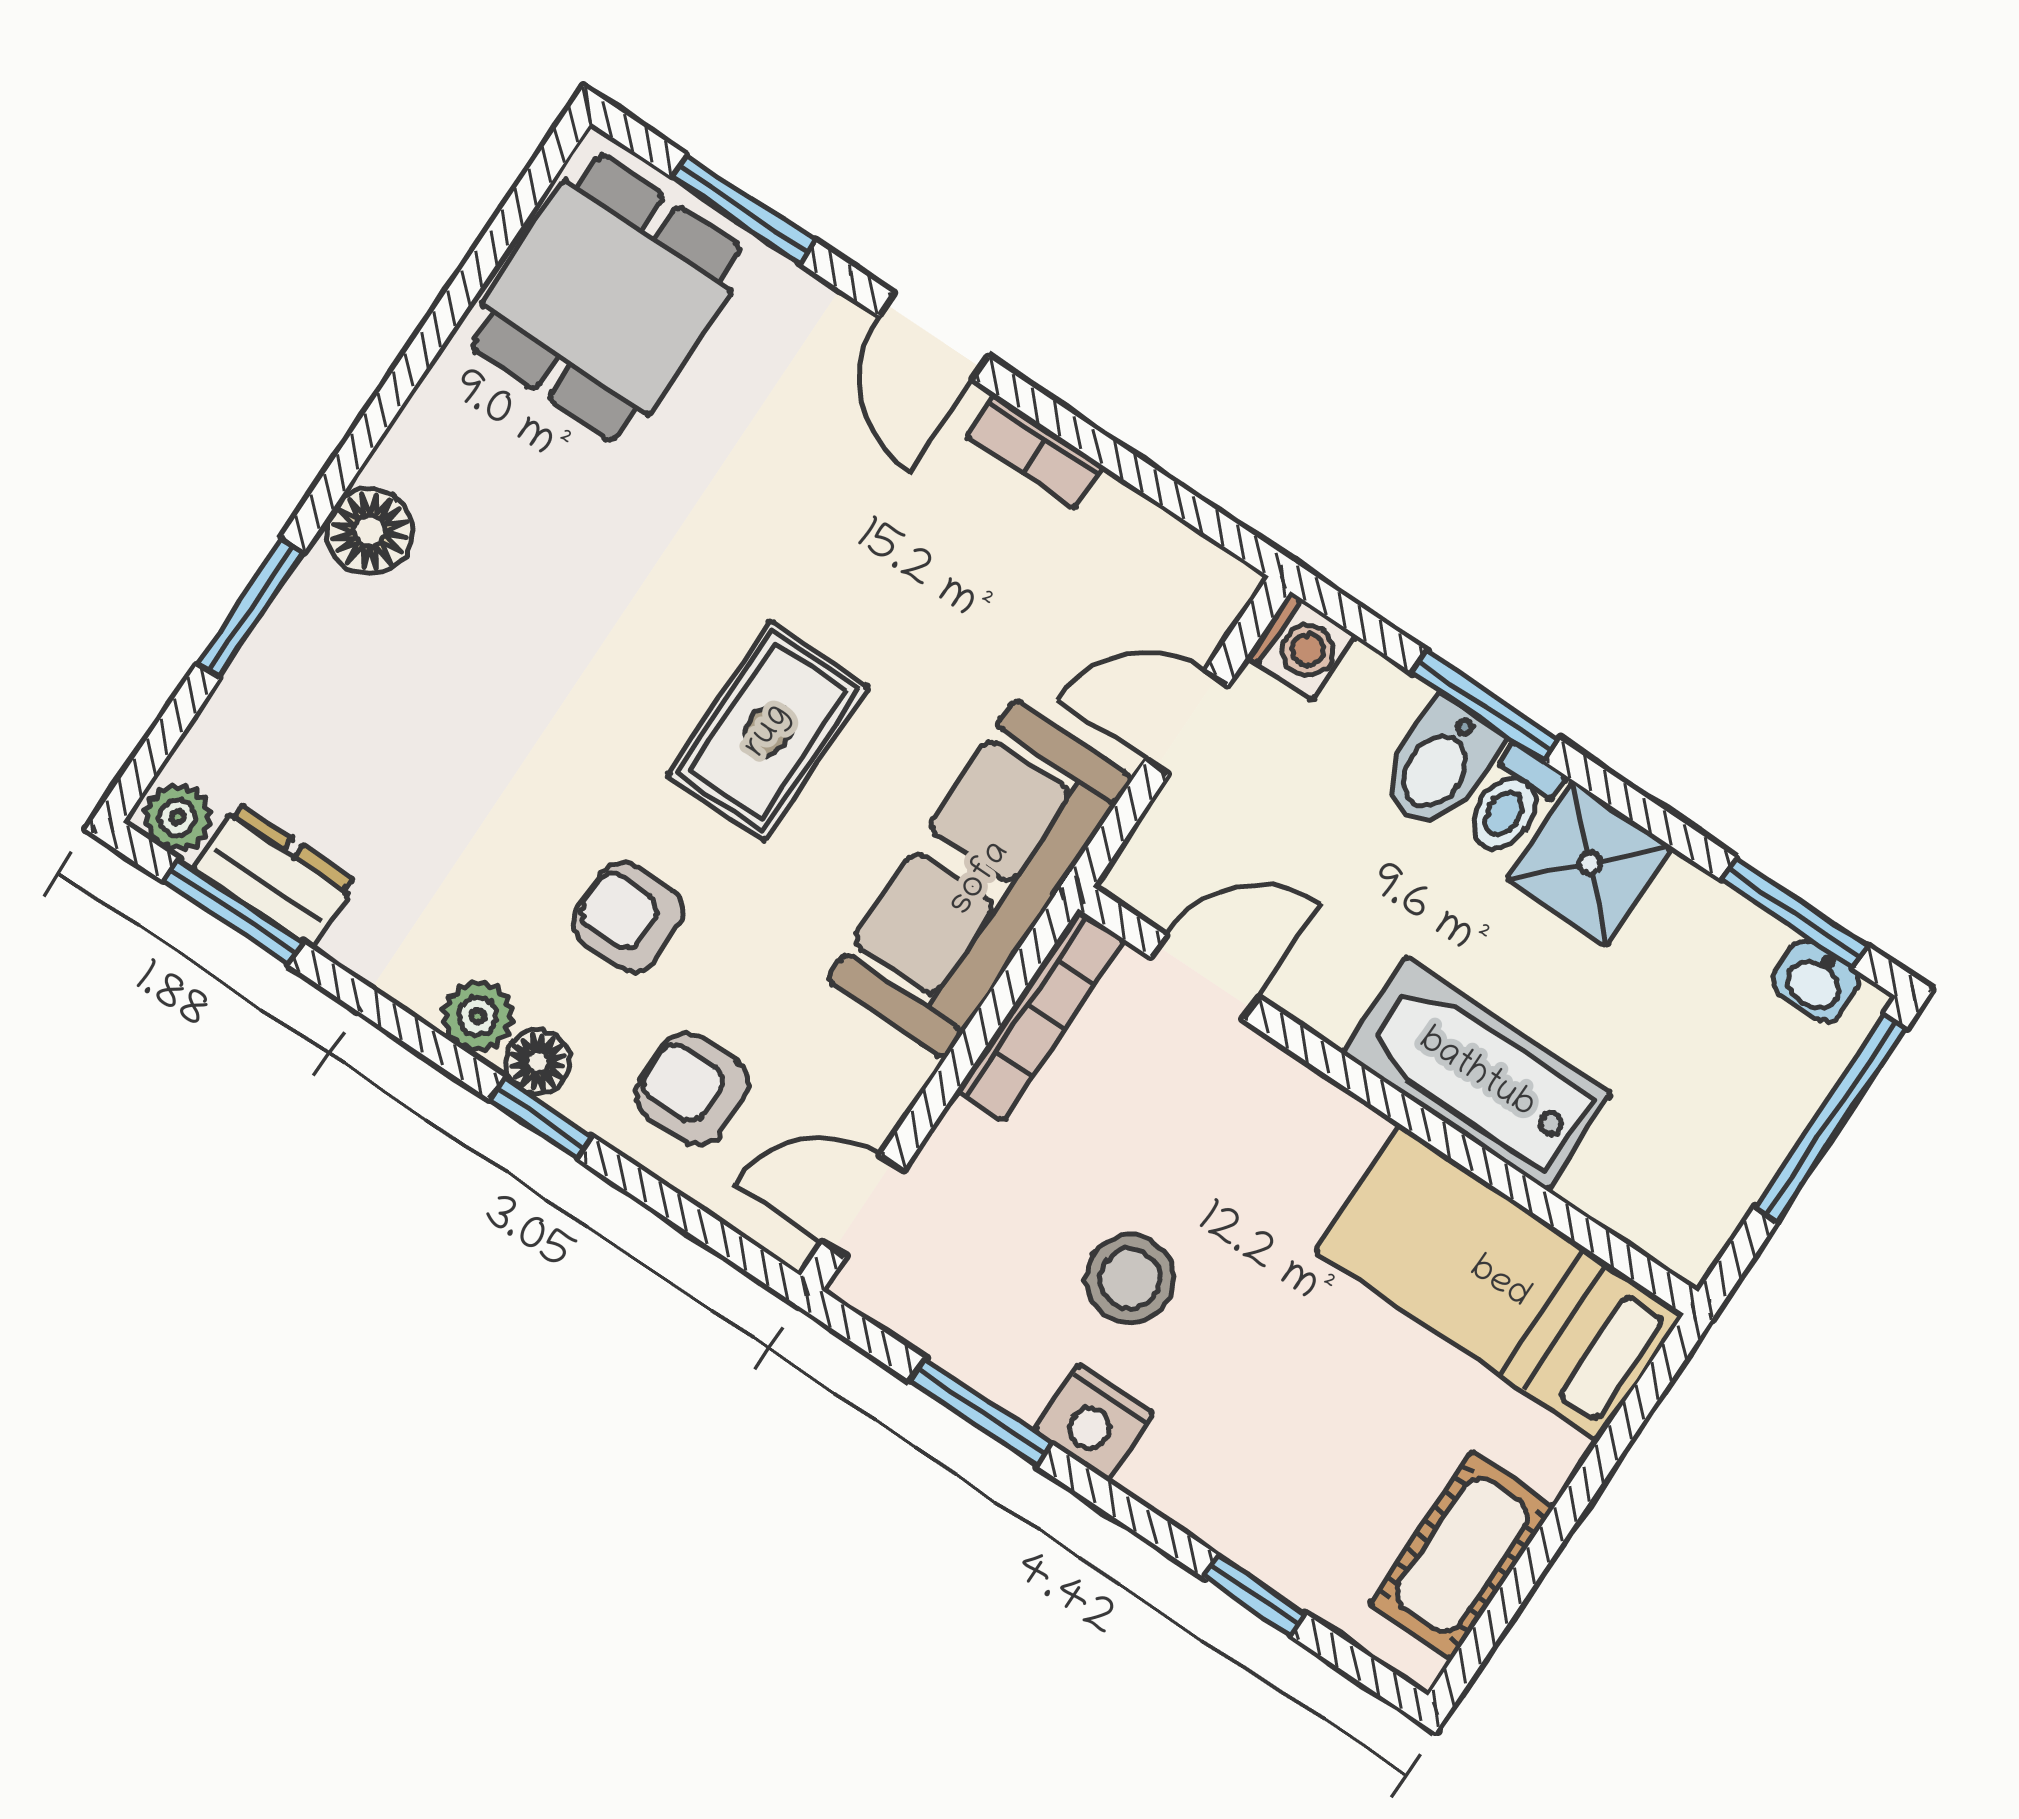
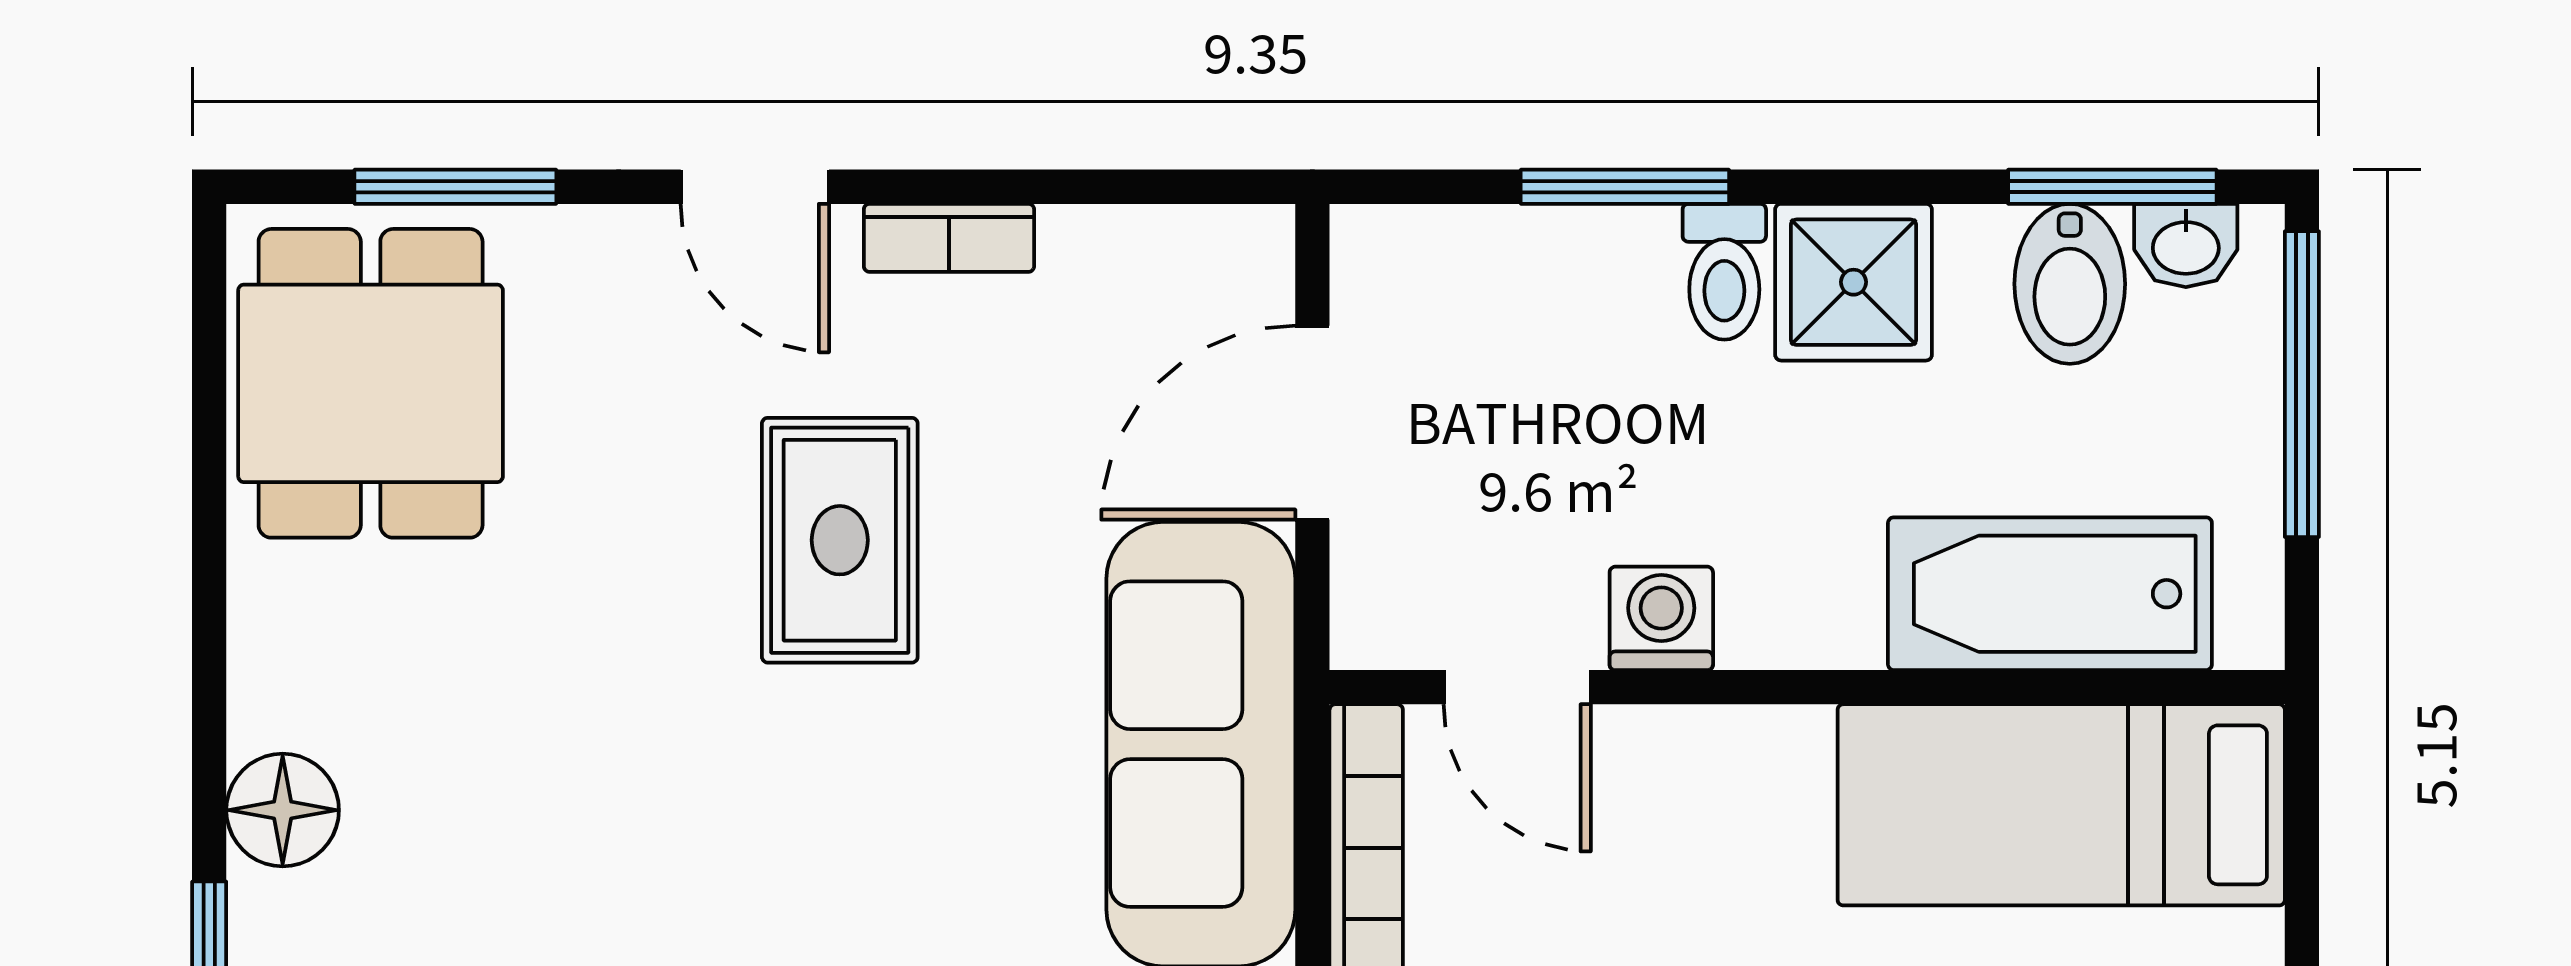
washing machine: (1301, 646) -> (1661, 618), moved, turned -90
door: (1187, 723) -> (1312, 423), width x1.38
rug: (768, 731) -> (840, 540), moved
bidet: (1439, 764) -> (2070, 284), moved
door: (1204, 977) -> (1517, 687), swing flipped
bathtub: (1477, 1074) -> (2050, 594), moved

